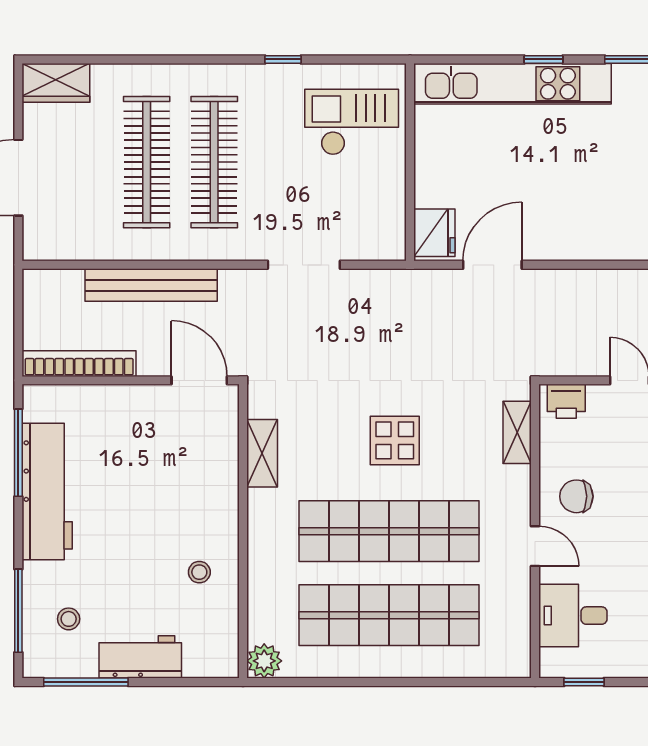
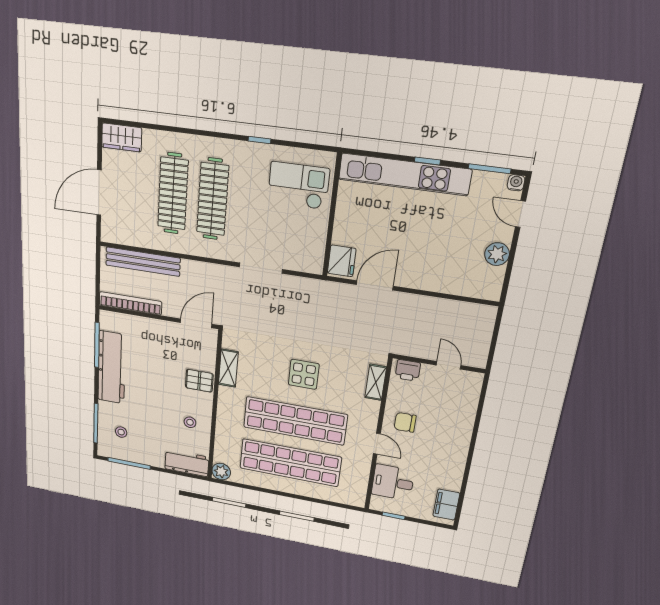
bench: (151, 285) -> (143, 262), moved
door: (199, 380) -> (196, 323), hinge flipped
pallet: (212, 487) -> (199, 381), added
workbench: (140, 657) -> (187, 463), moved

